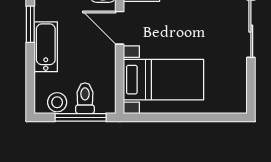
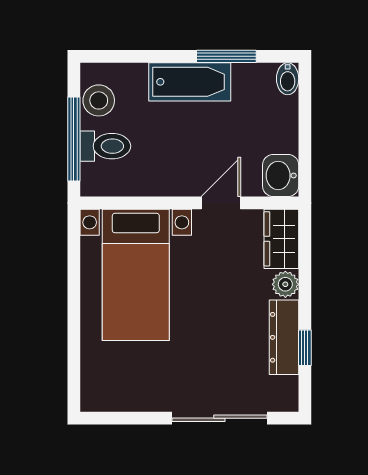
door: (120, 28) -> (221, 203), width x0.73

